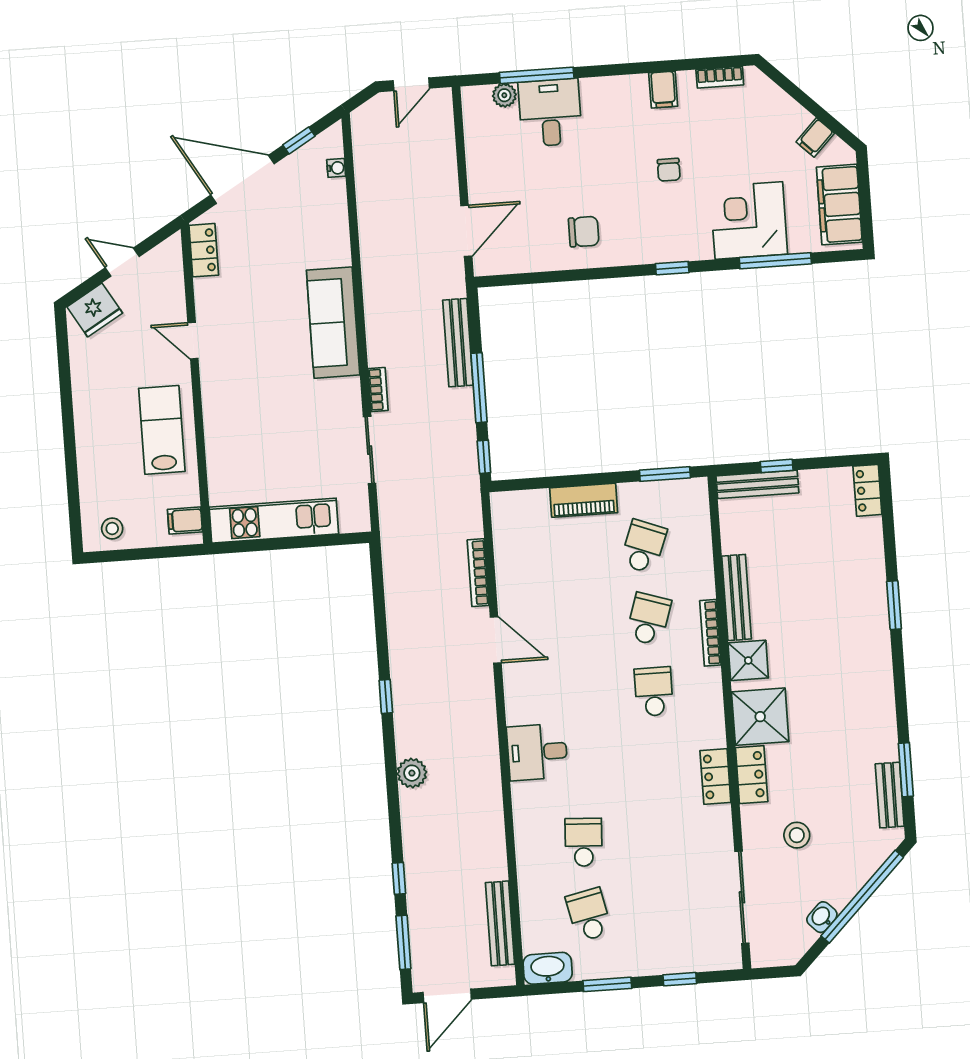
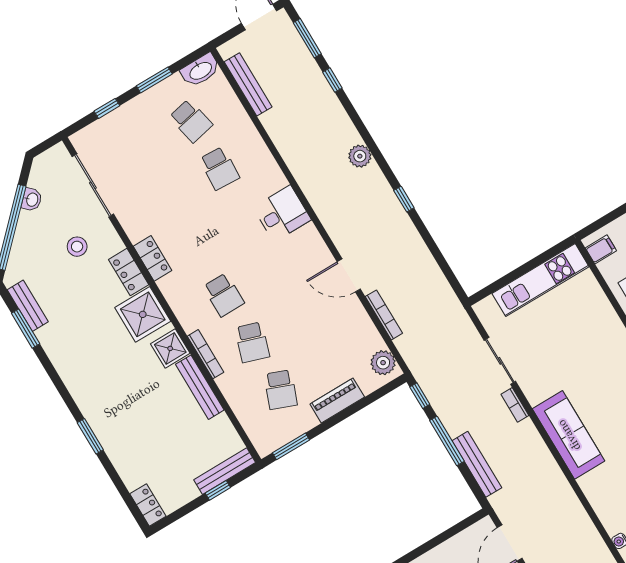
plant: (507, 517) -> (383, 363), added

